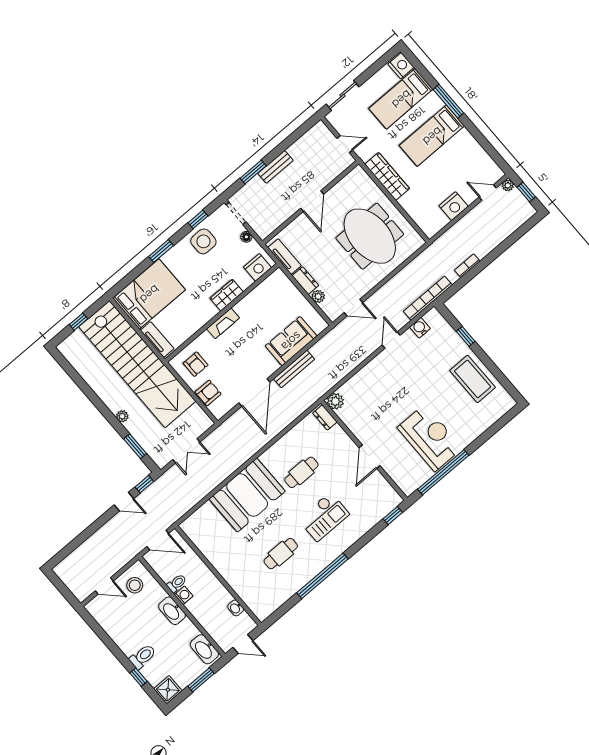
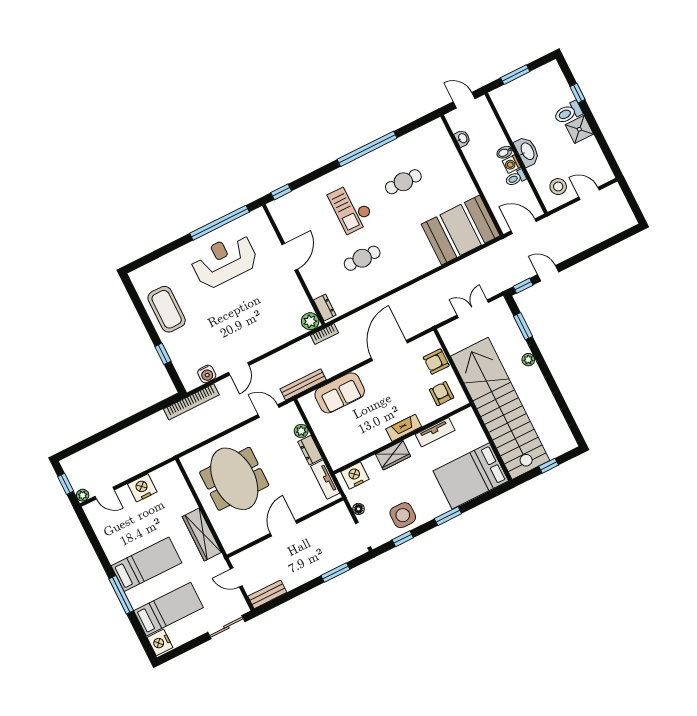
bench: (275, 167) -> (267, 594), moved
bookcase: (467, 266) -> (324, 334), moved
tv unit: (157, 340) -> (435, 432), moved, turned -90
bench: (294, 369) -> (303, 384), moved
reception desk: (430, 438) -> (224, 261), turned 90
booth: (247, 495) -> (461, 230), moved
checkout: (324, 517) -> (351, 208), turned -90
bidet: (193, 605) -> (505, 152), added
washbasin: (204, 649) -> (504, 105), removed
shower: (168, 690) -> (579, 129), moved

